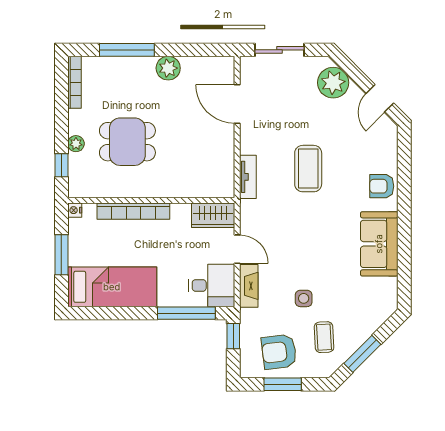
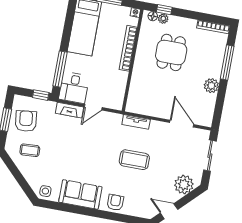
door: (237, 104) -> (182, 124), hinge flipped
plant: (76, 144) -> (163, 19), moved
floor lamp: (75, 182) -> (153, 16), added
wardrobe: (213, 215) -> (117, 96), removed
side table: (304, 298) -> (45, 191), moved
window: (362, 354) -> (15, 172), removed

